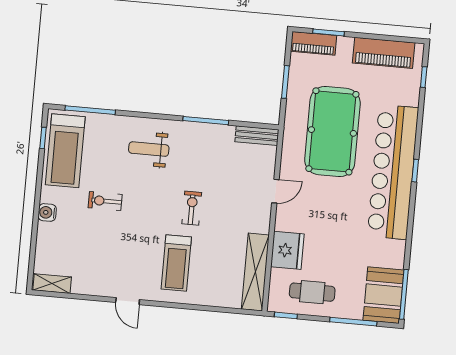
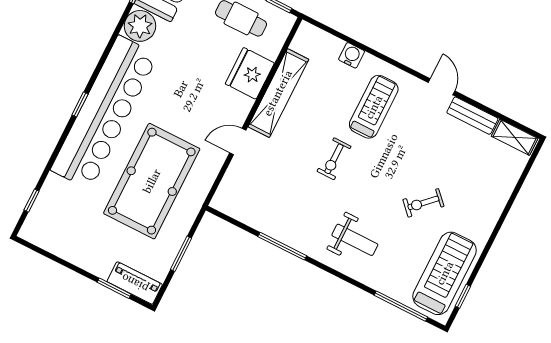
piano: (384, 53) -> (64, 243), removed
bench: (257, 136) -> (472, 116), moved
exercise bike: (105, 201) -> (423, 203), turned 136
water cooler: (47, 212) -> (352, 55), moved, turned -90
plant: (392, 254) -> (140, 26), added
shelving: (255, 272) -> (278, 93), moved

